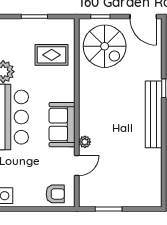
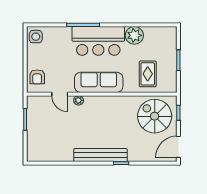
spiral stairs: (105, 46) -> (155, 116), turned 90
sofa: (62, 125) -> (99, 82), width x1.36

